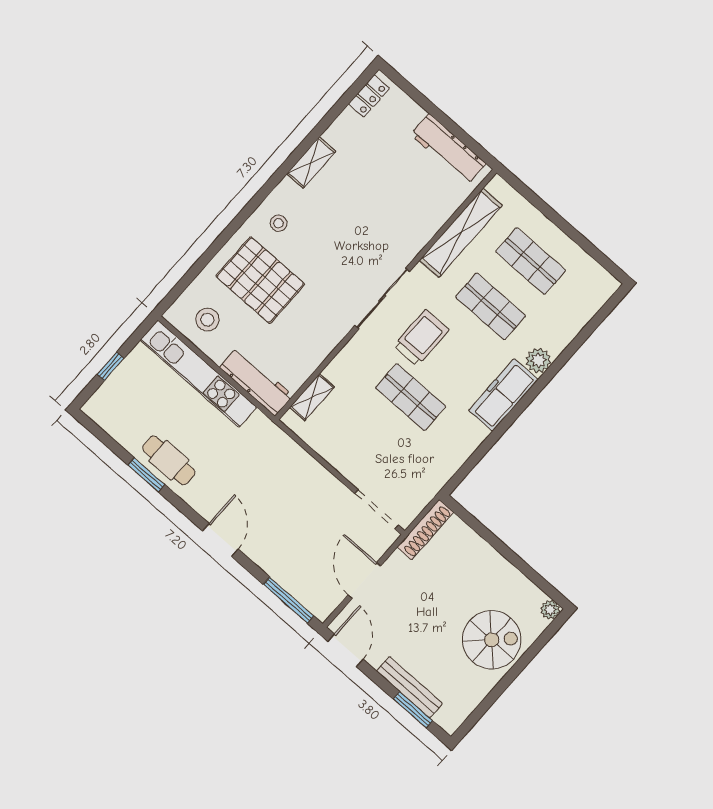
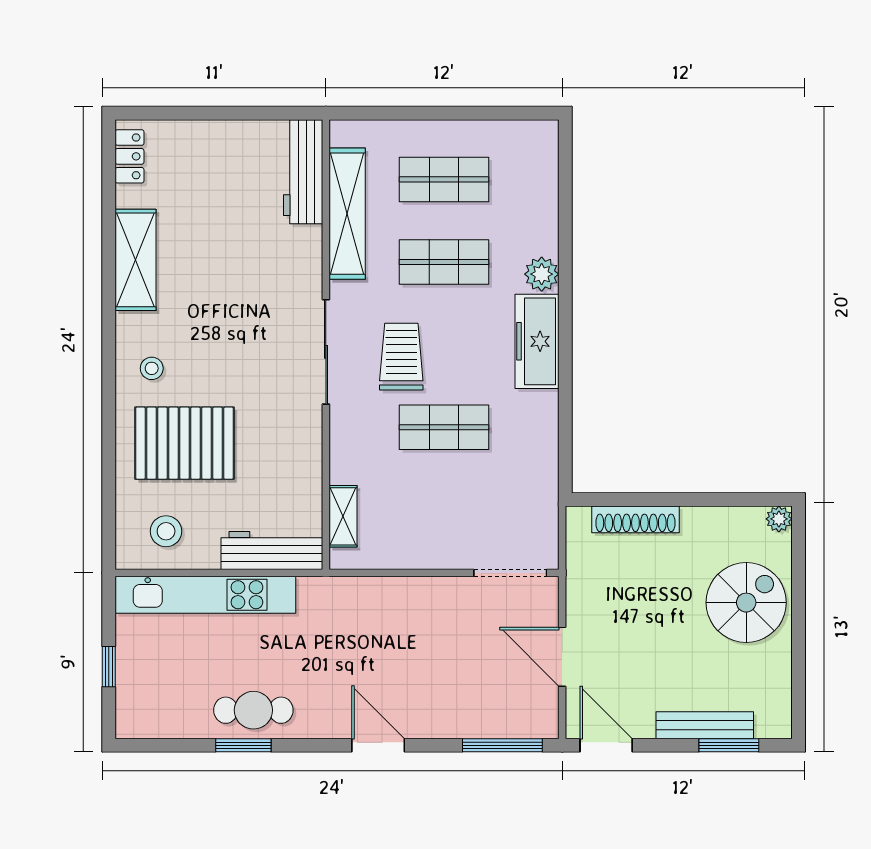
workbench: (448, 149) -> (303, 172), moved, turned 90
shelving: (311, 163) -> (136, 260), width x1.50, depth x1.33
shoe rack: (425, 530) -> (635, 519), moved, turned 90

